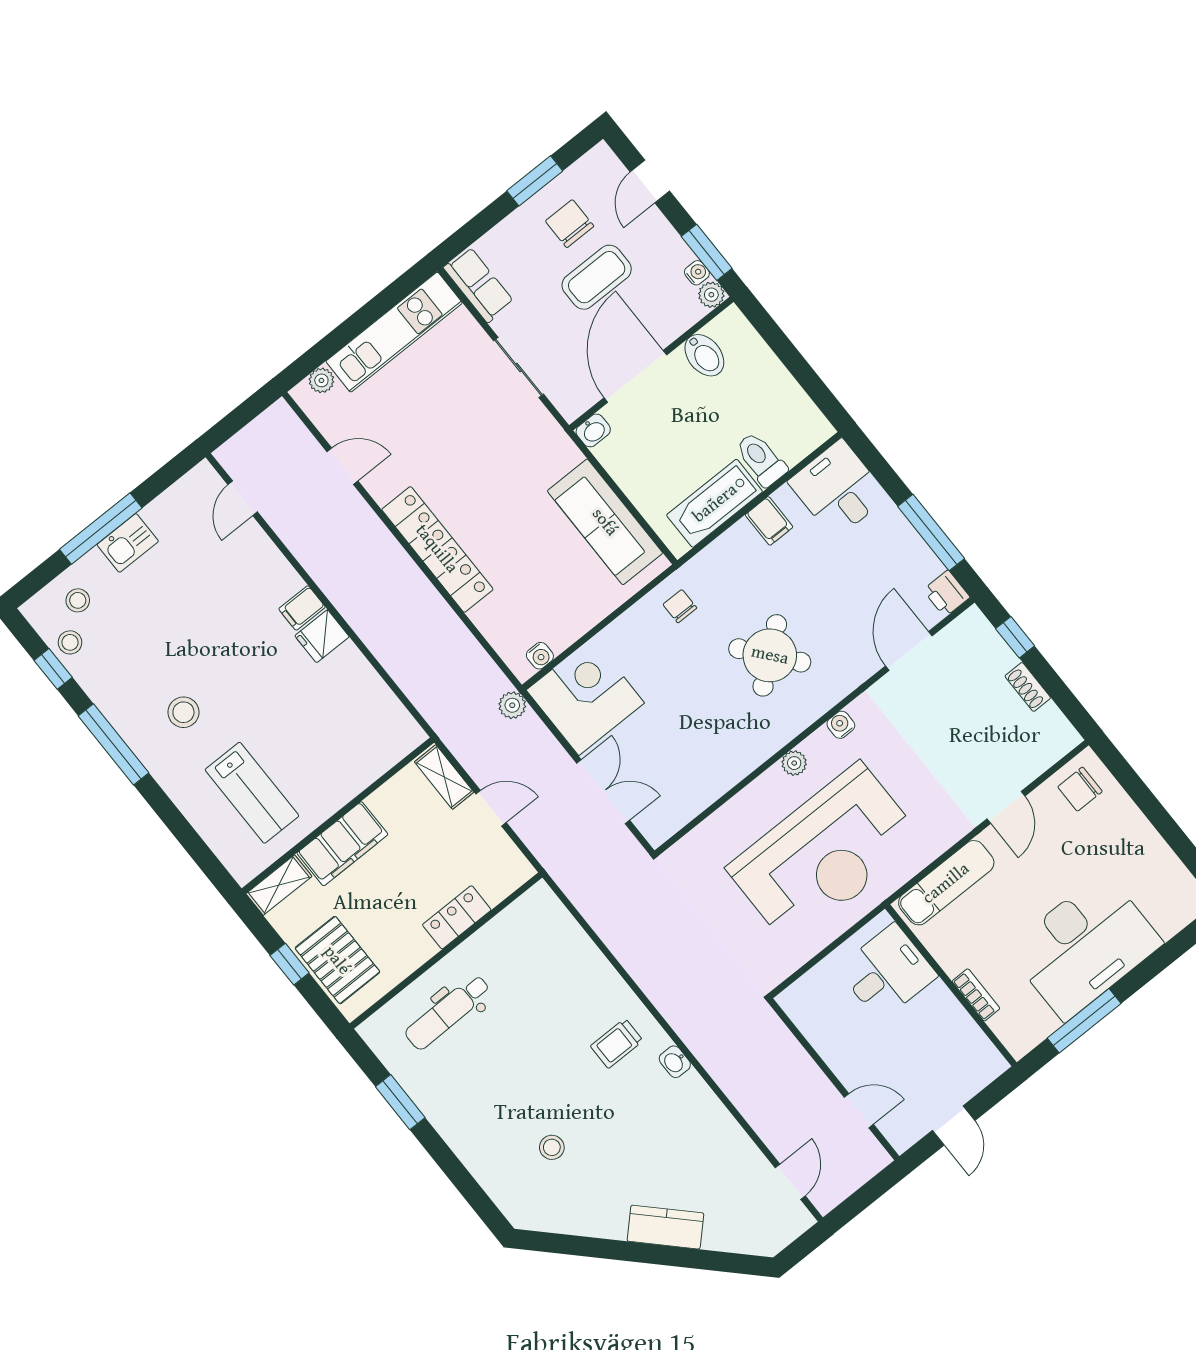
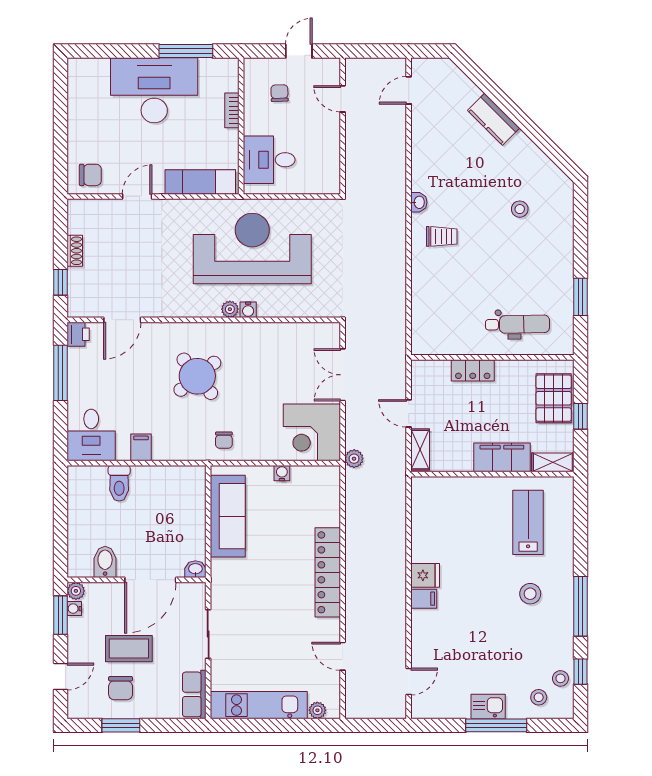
bathtub: (715, 503) -> (162, 480), removed
water cooler: (540, 656) -> (282, 473), moved
water cooler: (841, 725) -> (248, 310), moved
chair: (937, 1059) -> (279, 93), added

